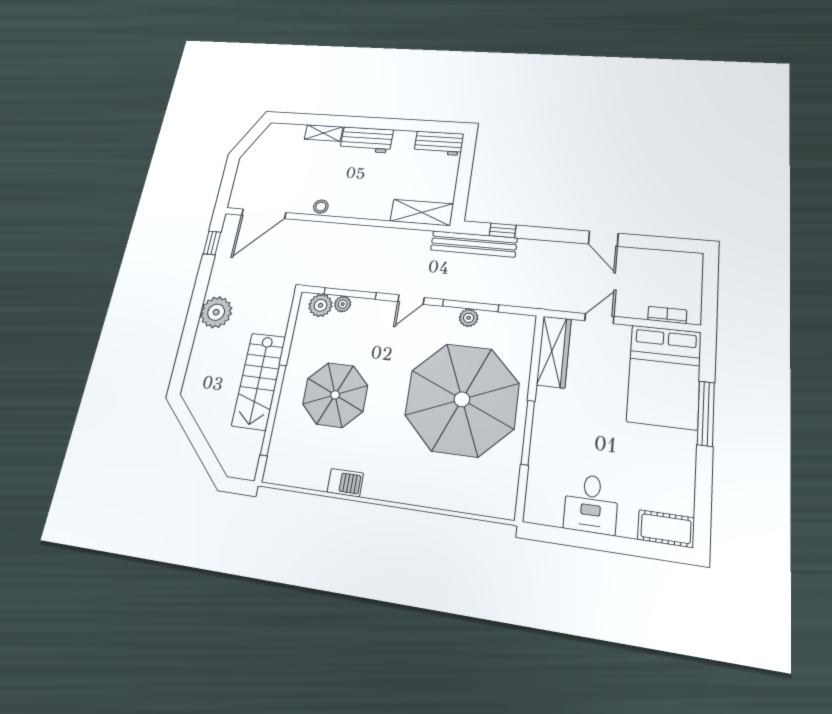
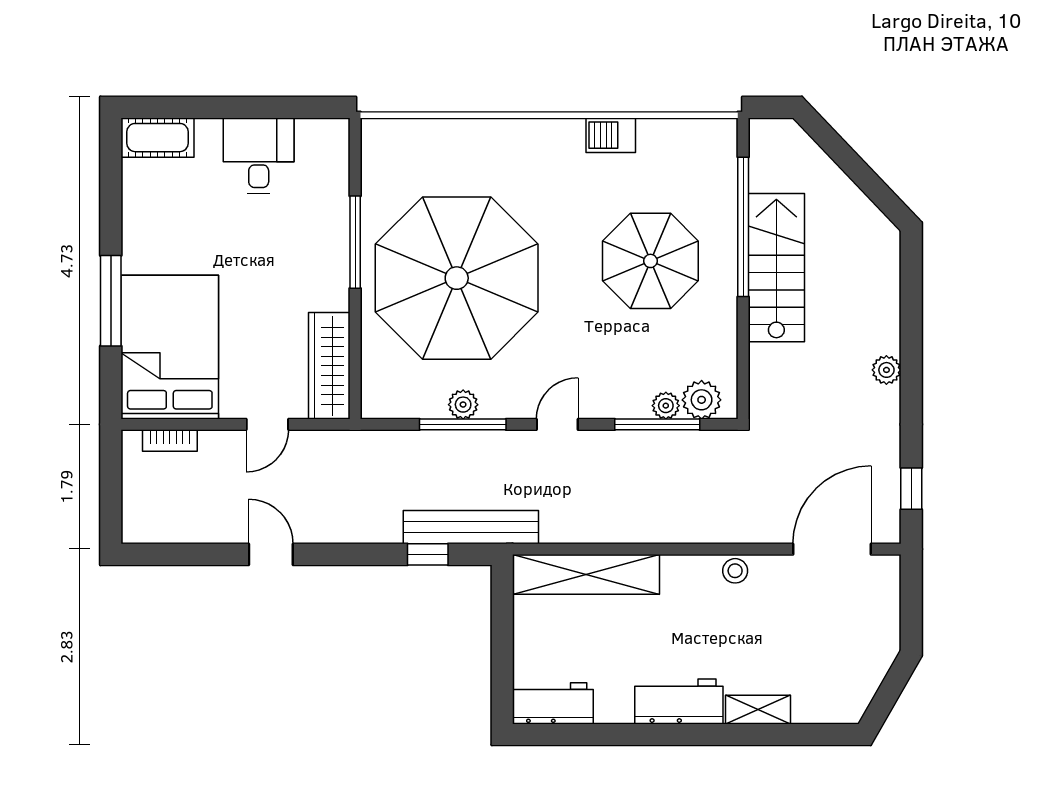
shelving: (422, 213) -> (586, 574), width x1.47
plant: (216, 312) -> (886, 370), width x0.53, depth x0.53

